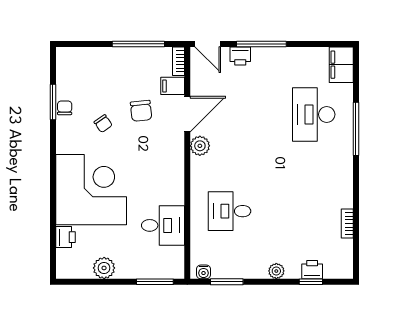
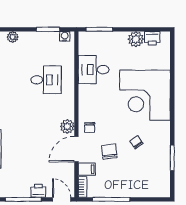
chair: (65, 108) -> (90, 127), moved
printer: (65, 237) -> (152, 38), moved, turned -90

